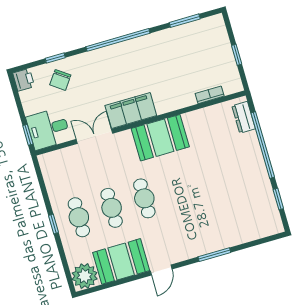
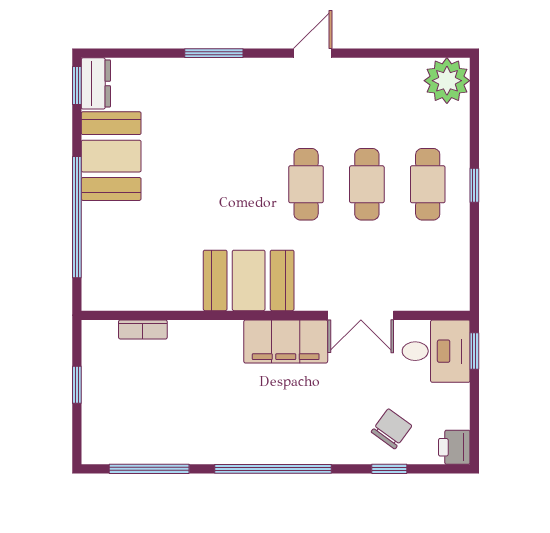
window: (185, 21) -> (149, 469), width x1.44
dresser: (244, 117) -> (96, 83), moved
window: (278, 199) -> (77, 86), moved
booth: (121, 261) -> (111, 156), moved, turned 90

